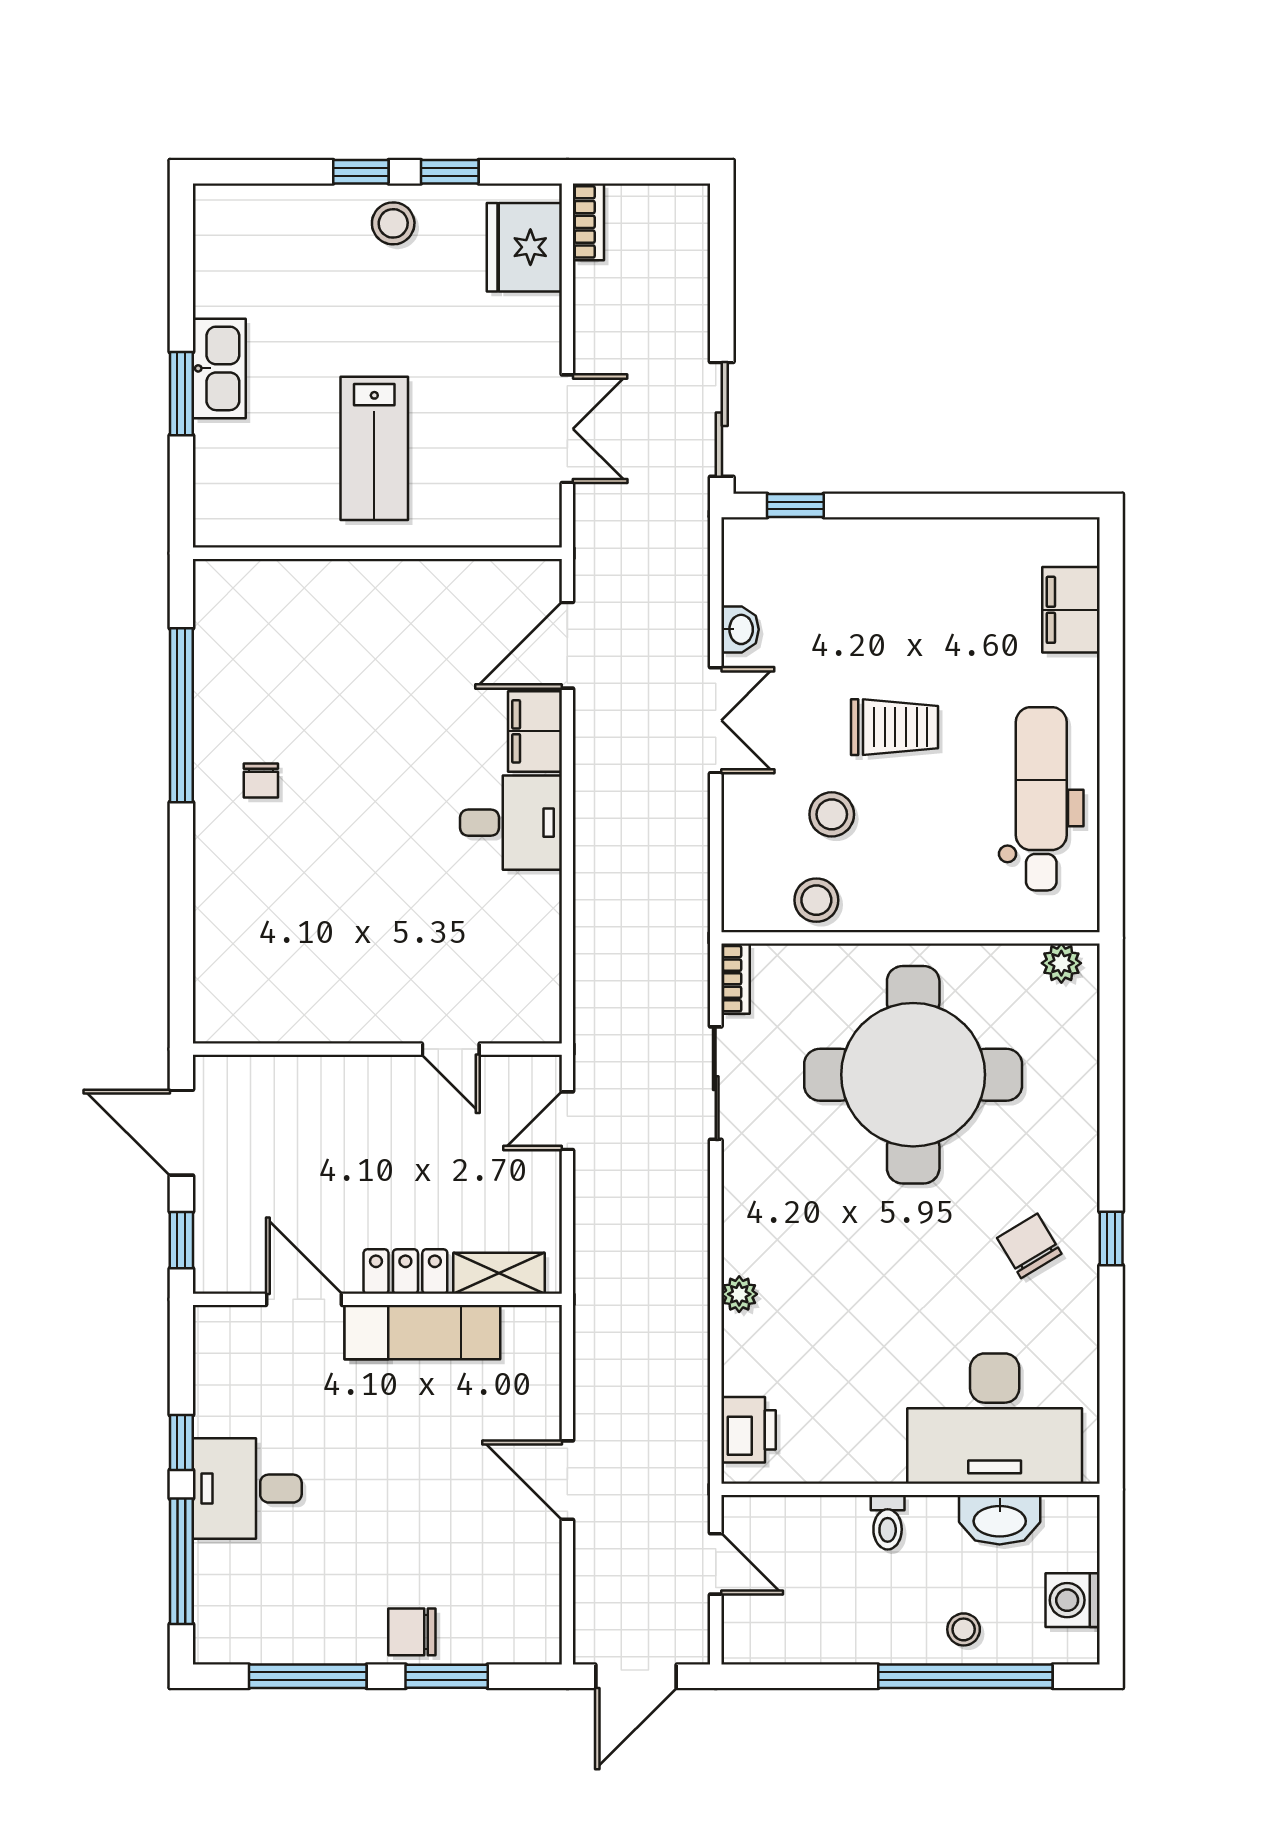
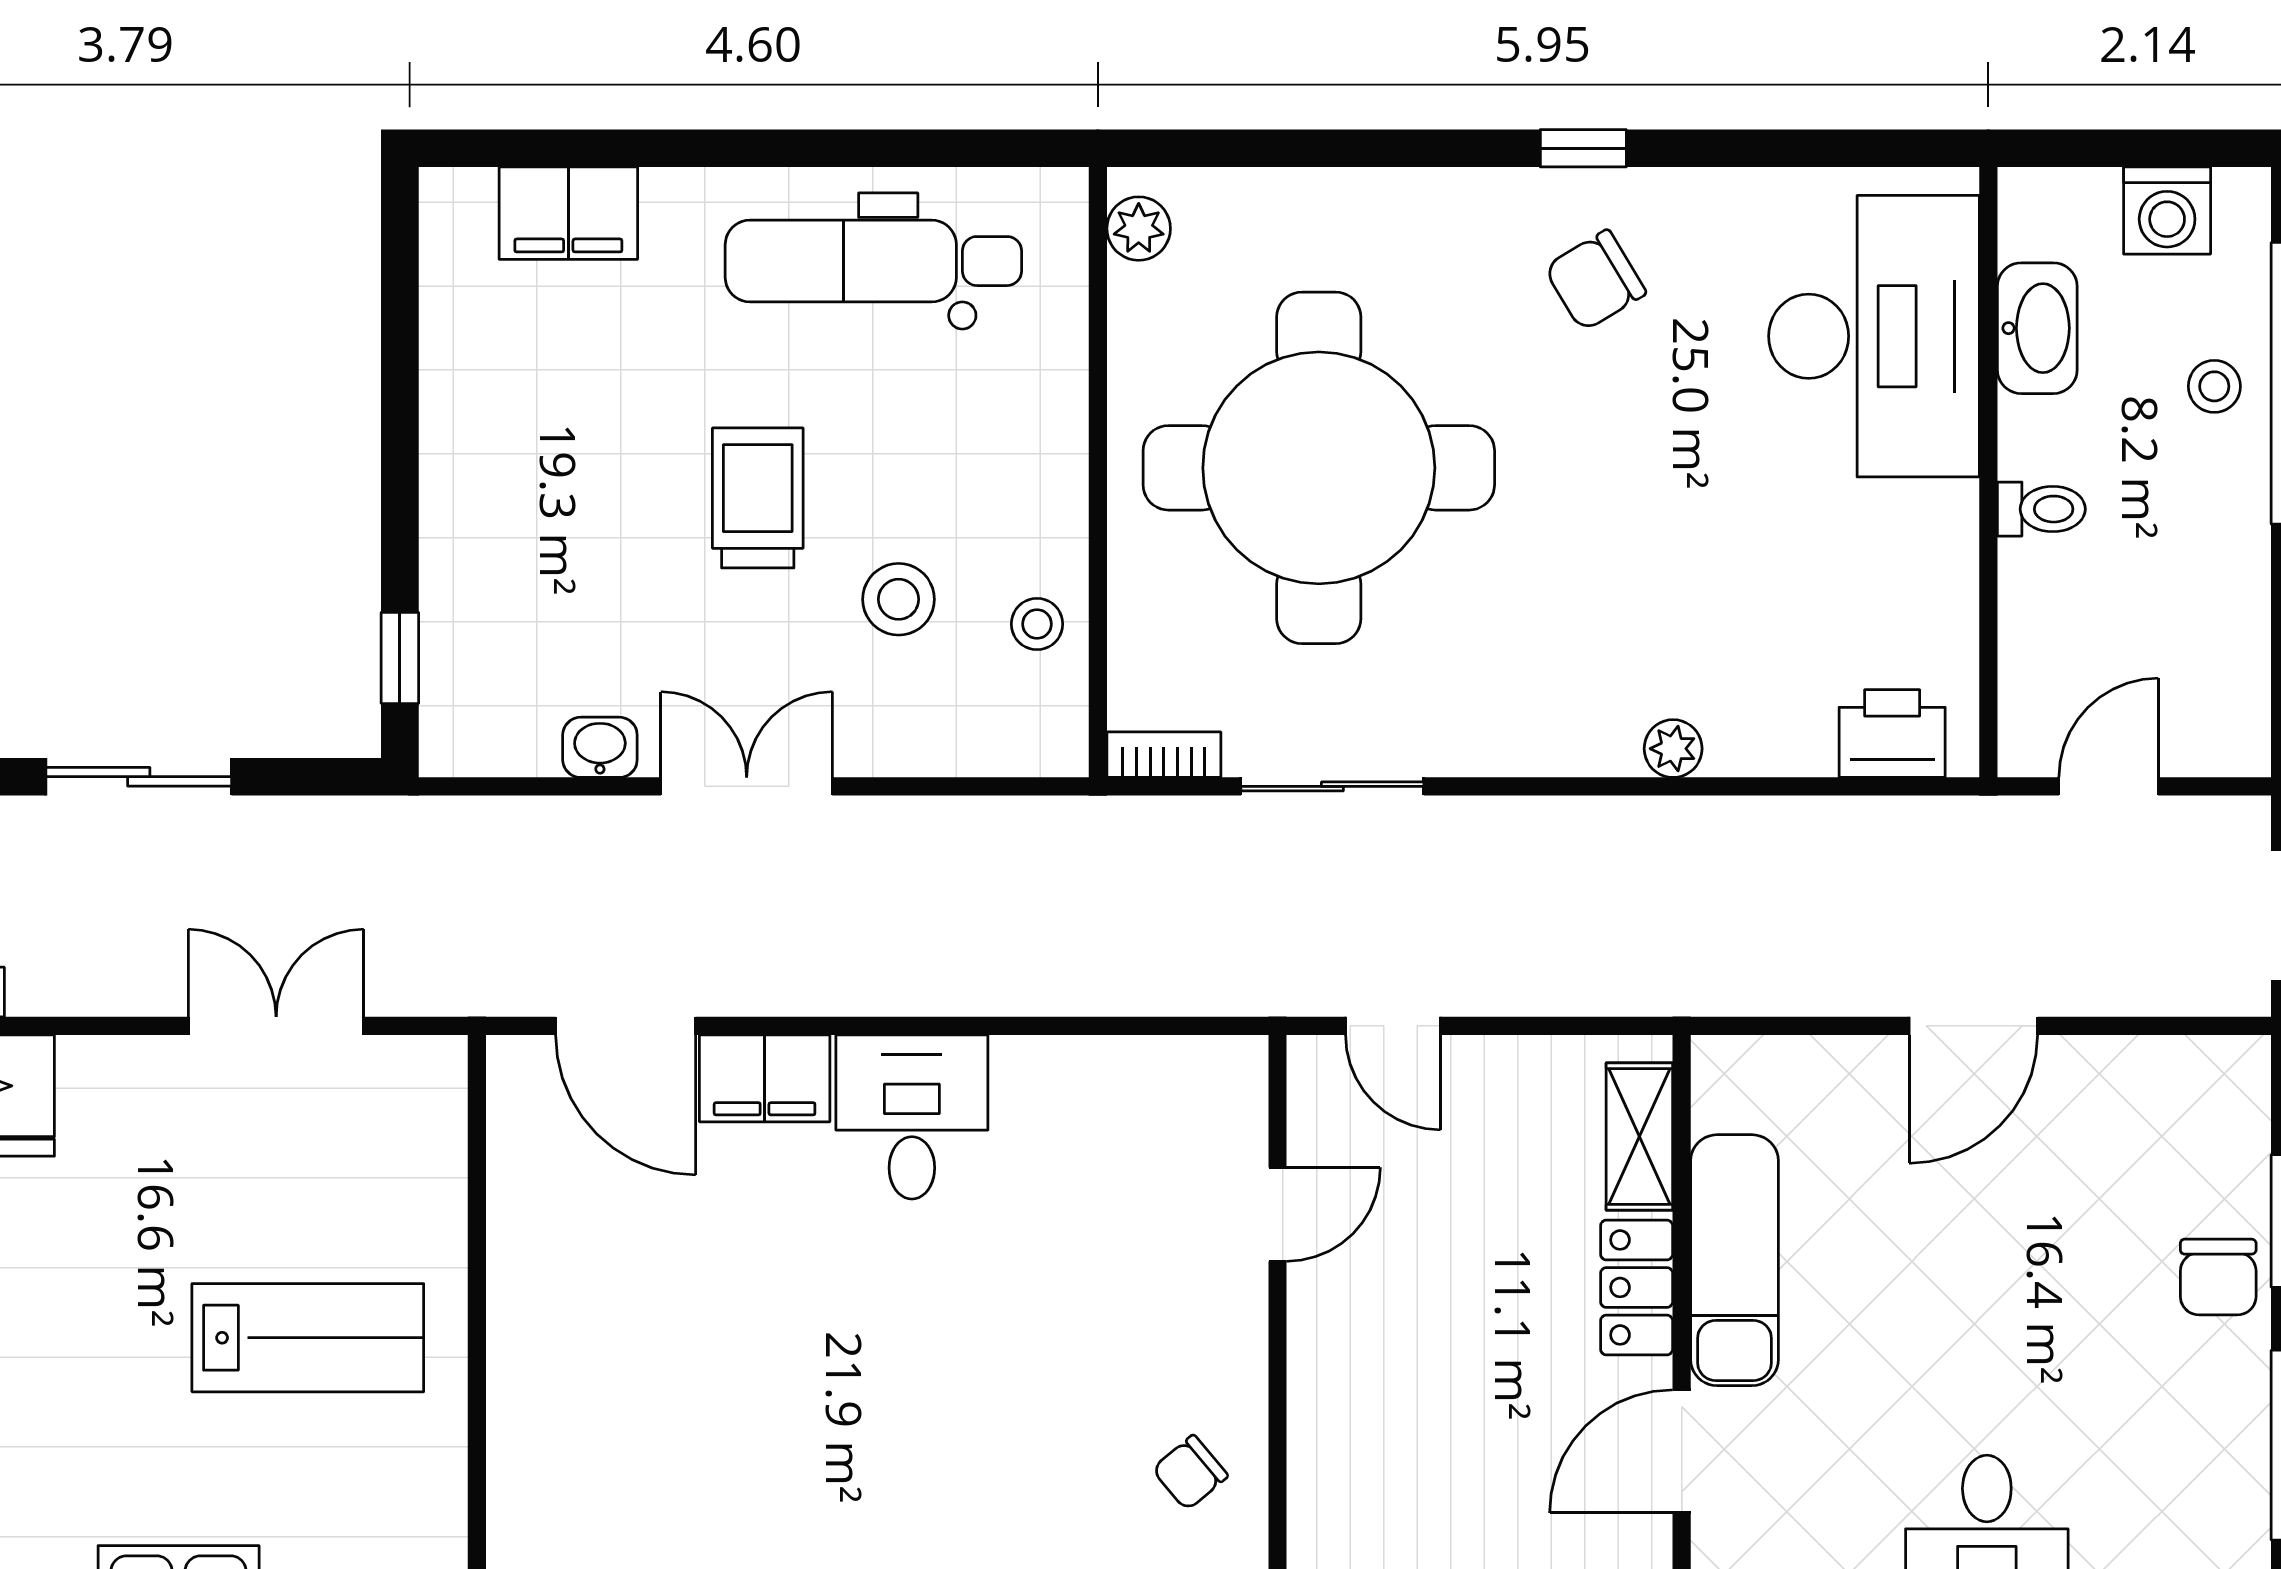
sliding door: (722, 419) -> (139, 777), moved
chair: (261, 780) -> (1190, 1473), moved, turned 140
stool: (816, 900) -> (1037, 624), width x0.73, depth x0.73

